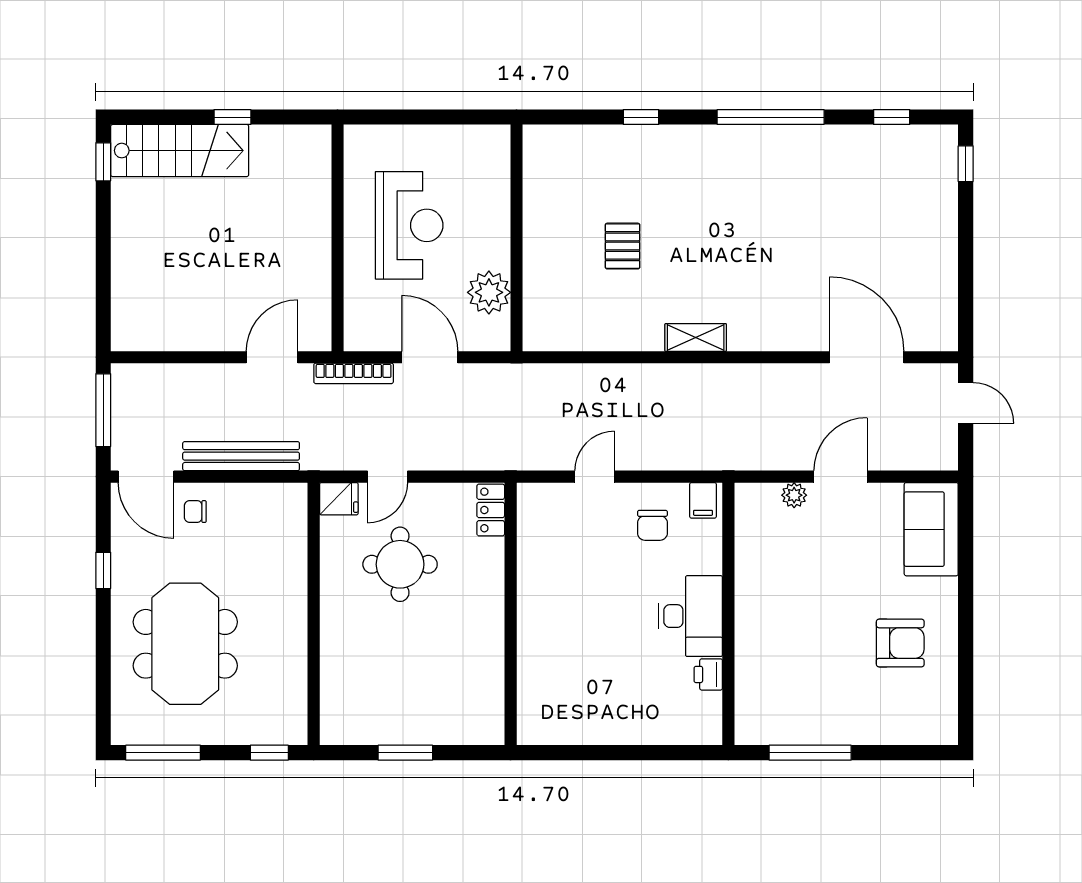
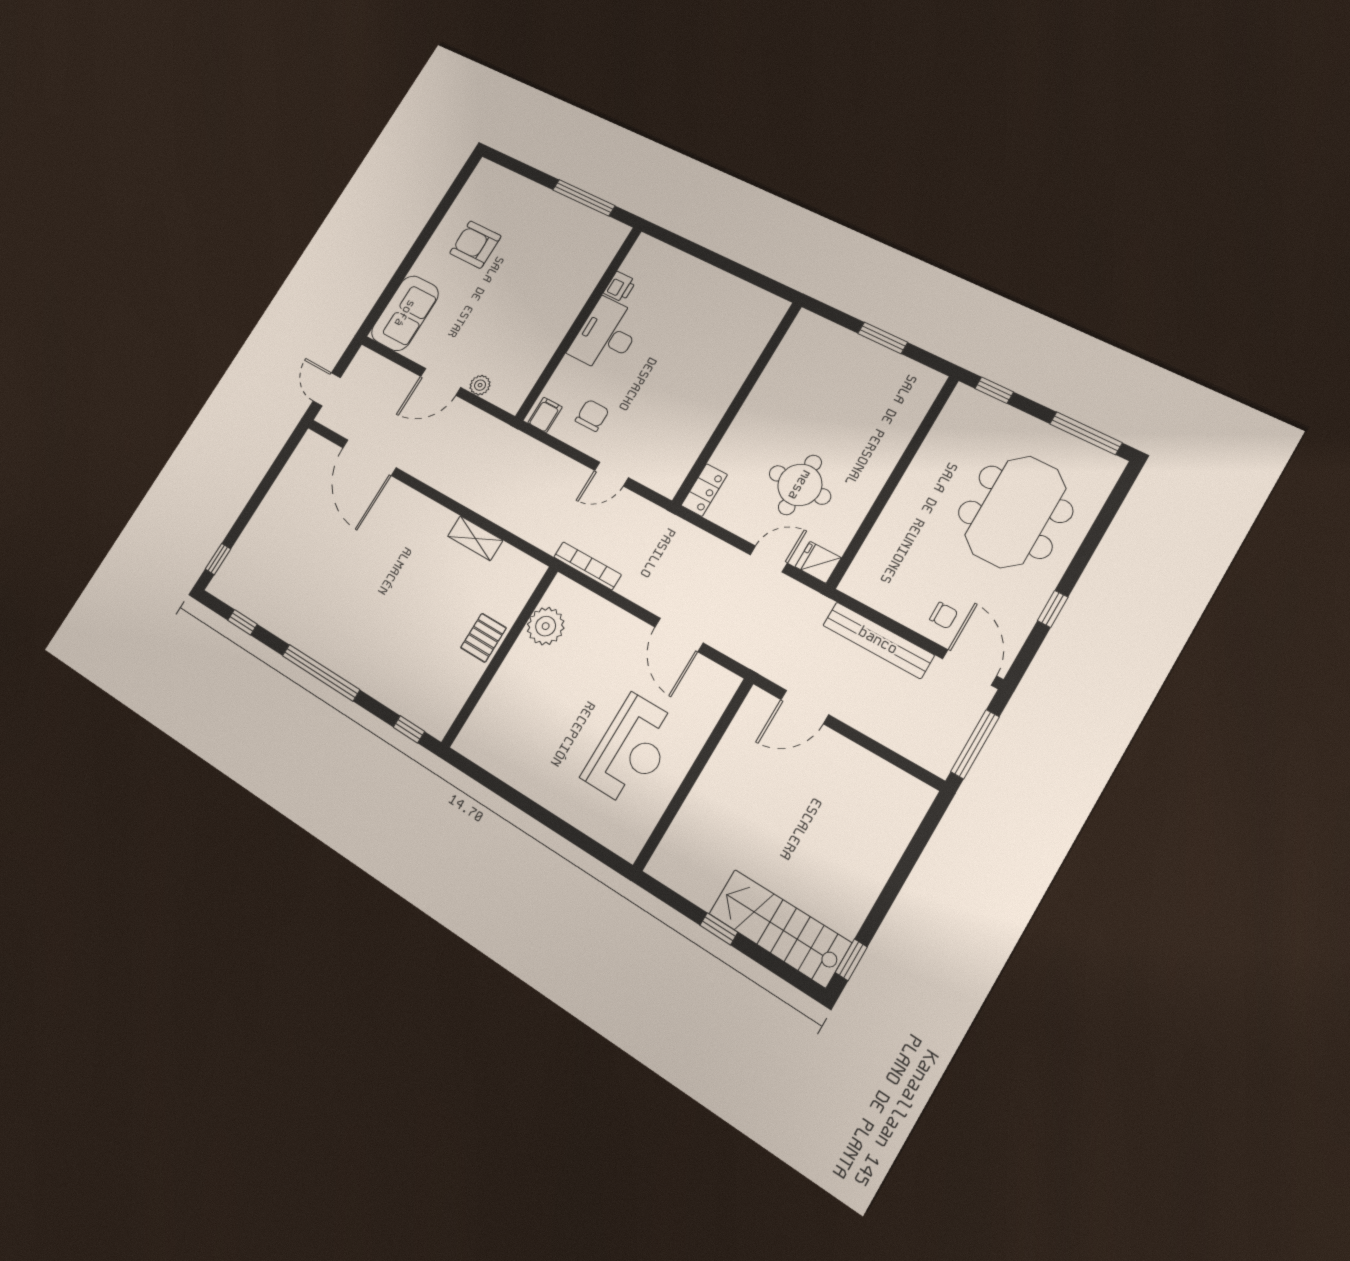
reception desk: (409, 225) -> (631, 750), turned 180
wall: (517, 238) -> (500, 656), moved
plant: (489, 292) -> (546, 626), moved
bookcase: (354, 373) -> (587, 566), moved

